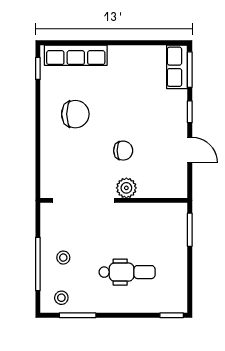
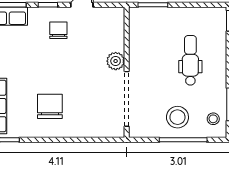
chair: (123, 151) -> (58, 30), moved
stool: (63, 258) -> (177, 117), width x1.89, depth x1.89

